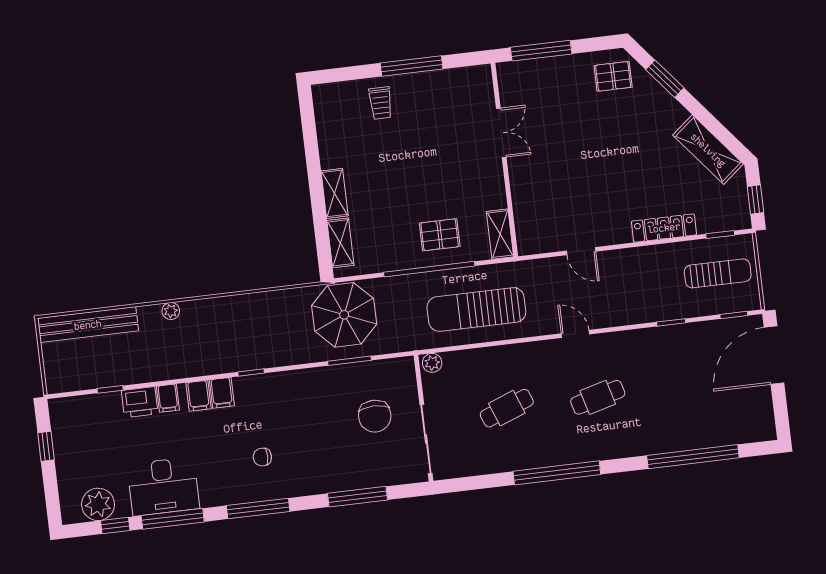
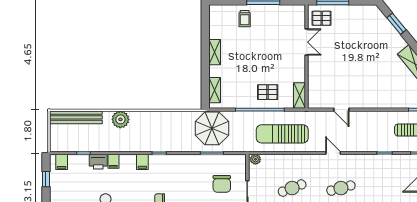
pallet: (613, 76) -> (322, 18), moved
shelving: (335, 193) -> (215, 52), moved
locker: (664, 228) -> (387, 103), removed
plant: (171, 311) -> (120, 119), width x1.88, depth x1.88
filing cabinet: (199, 396) -> (62, 162), moved

